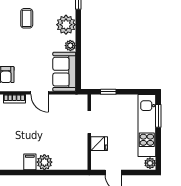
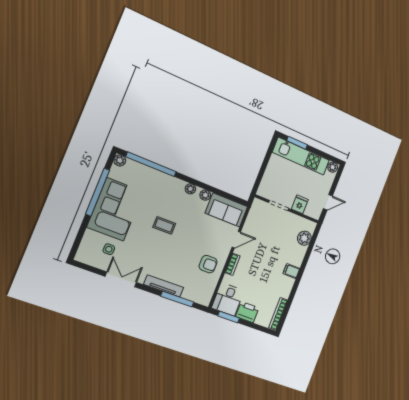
plant: (66, 25) -> (190, 189), width x0.53, depth x0.53
window: (108, 92) -> (259, 178), removed
plant: (44, 162) -> (304, 238), moved

